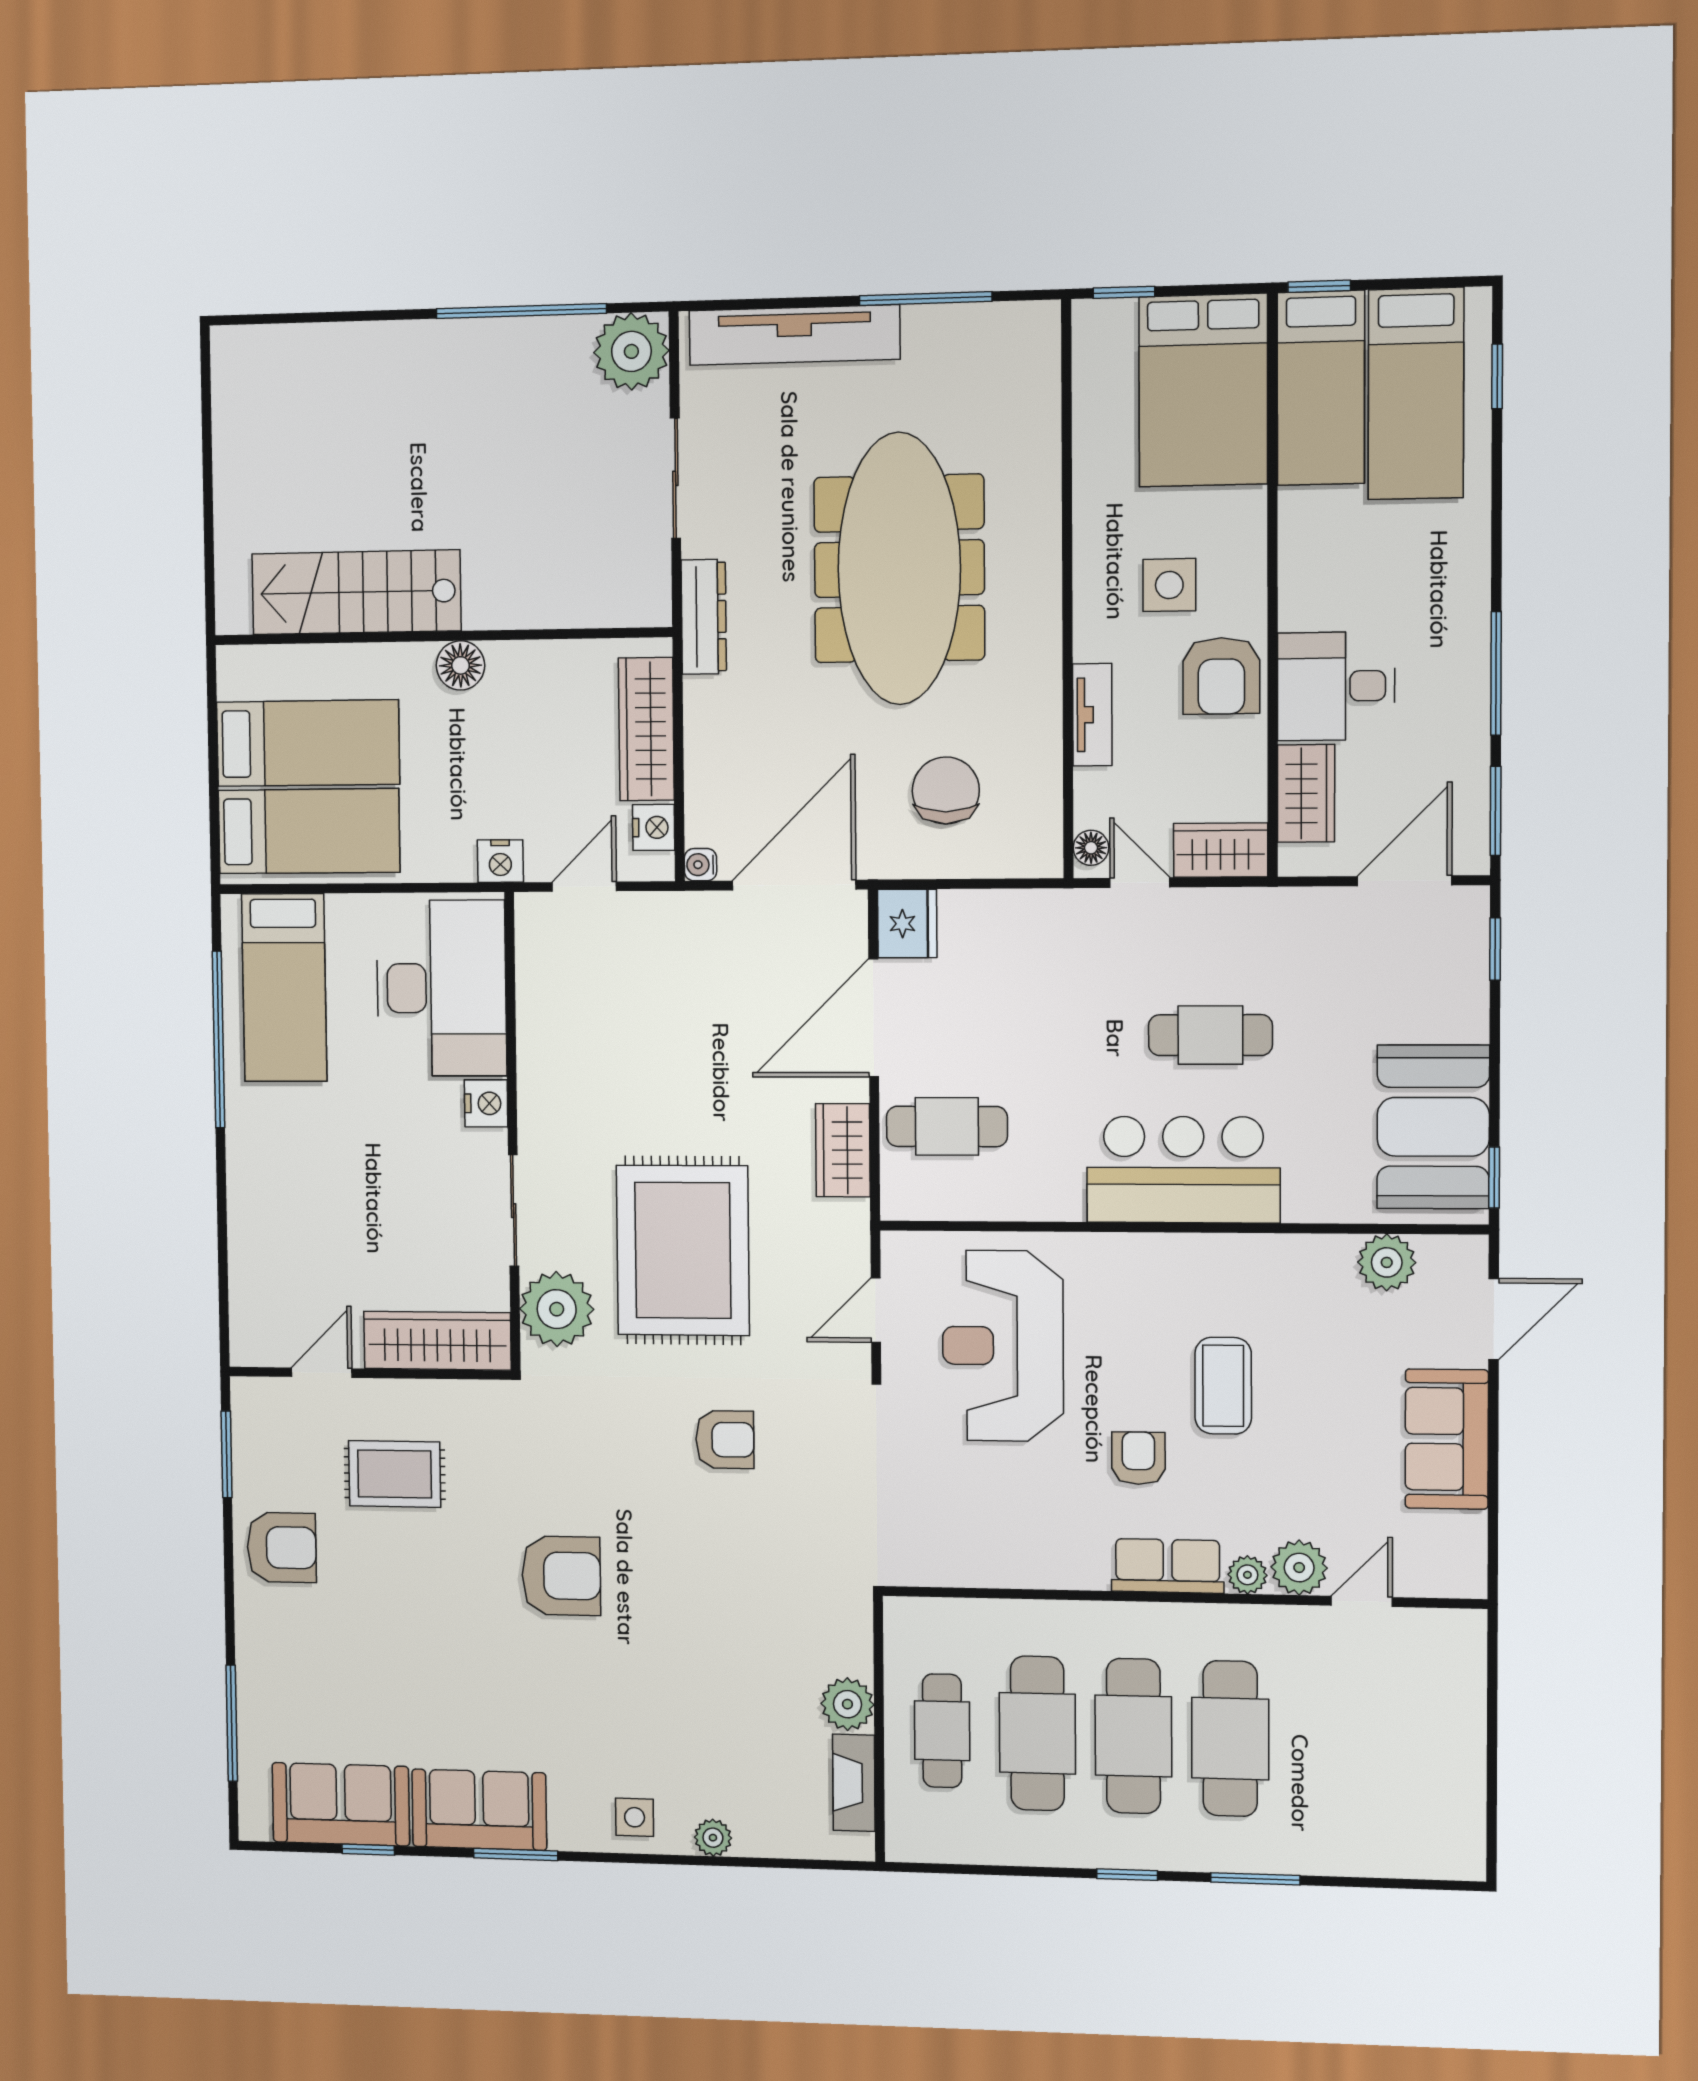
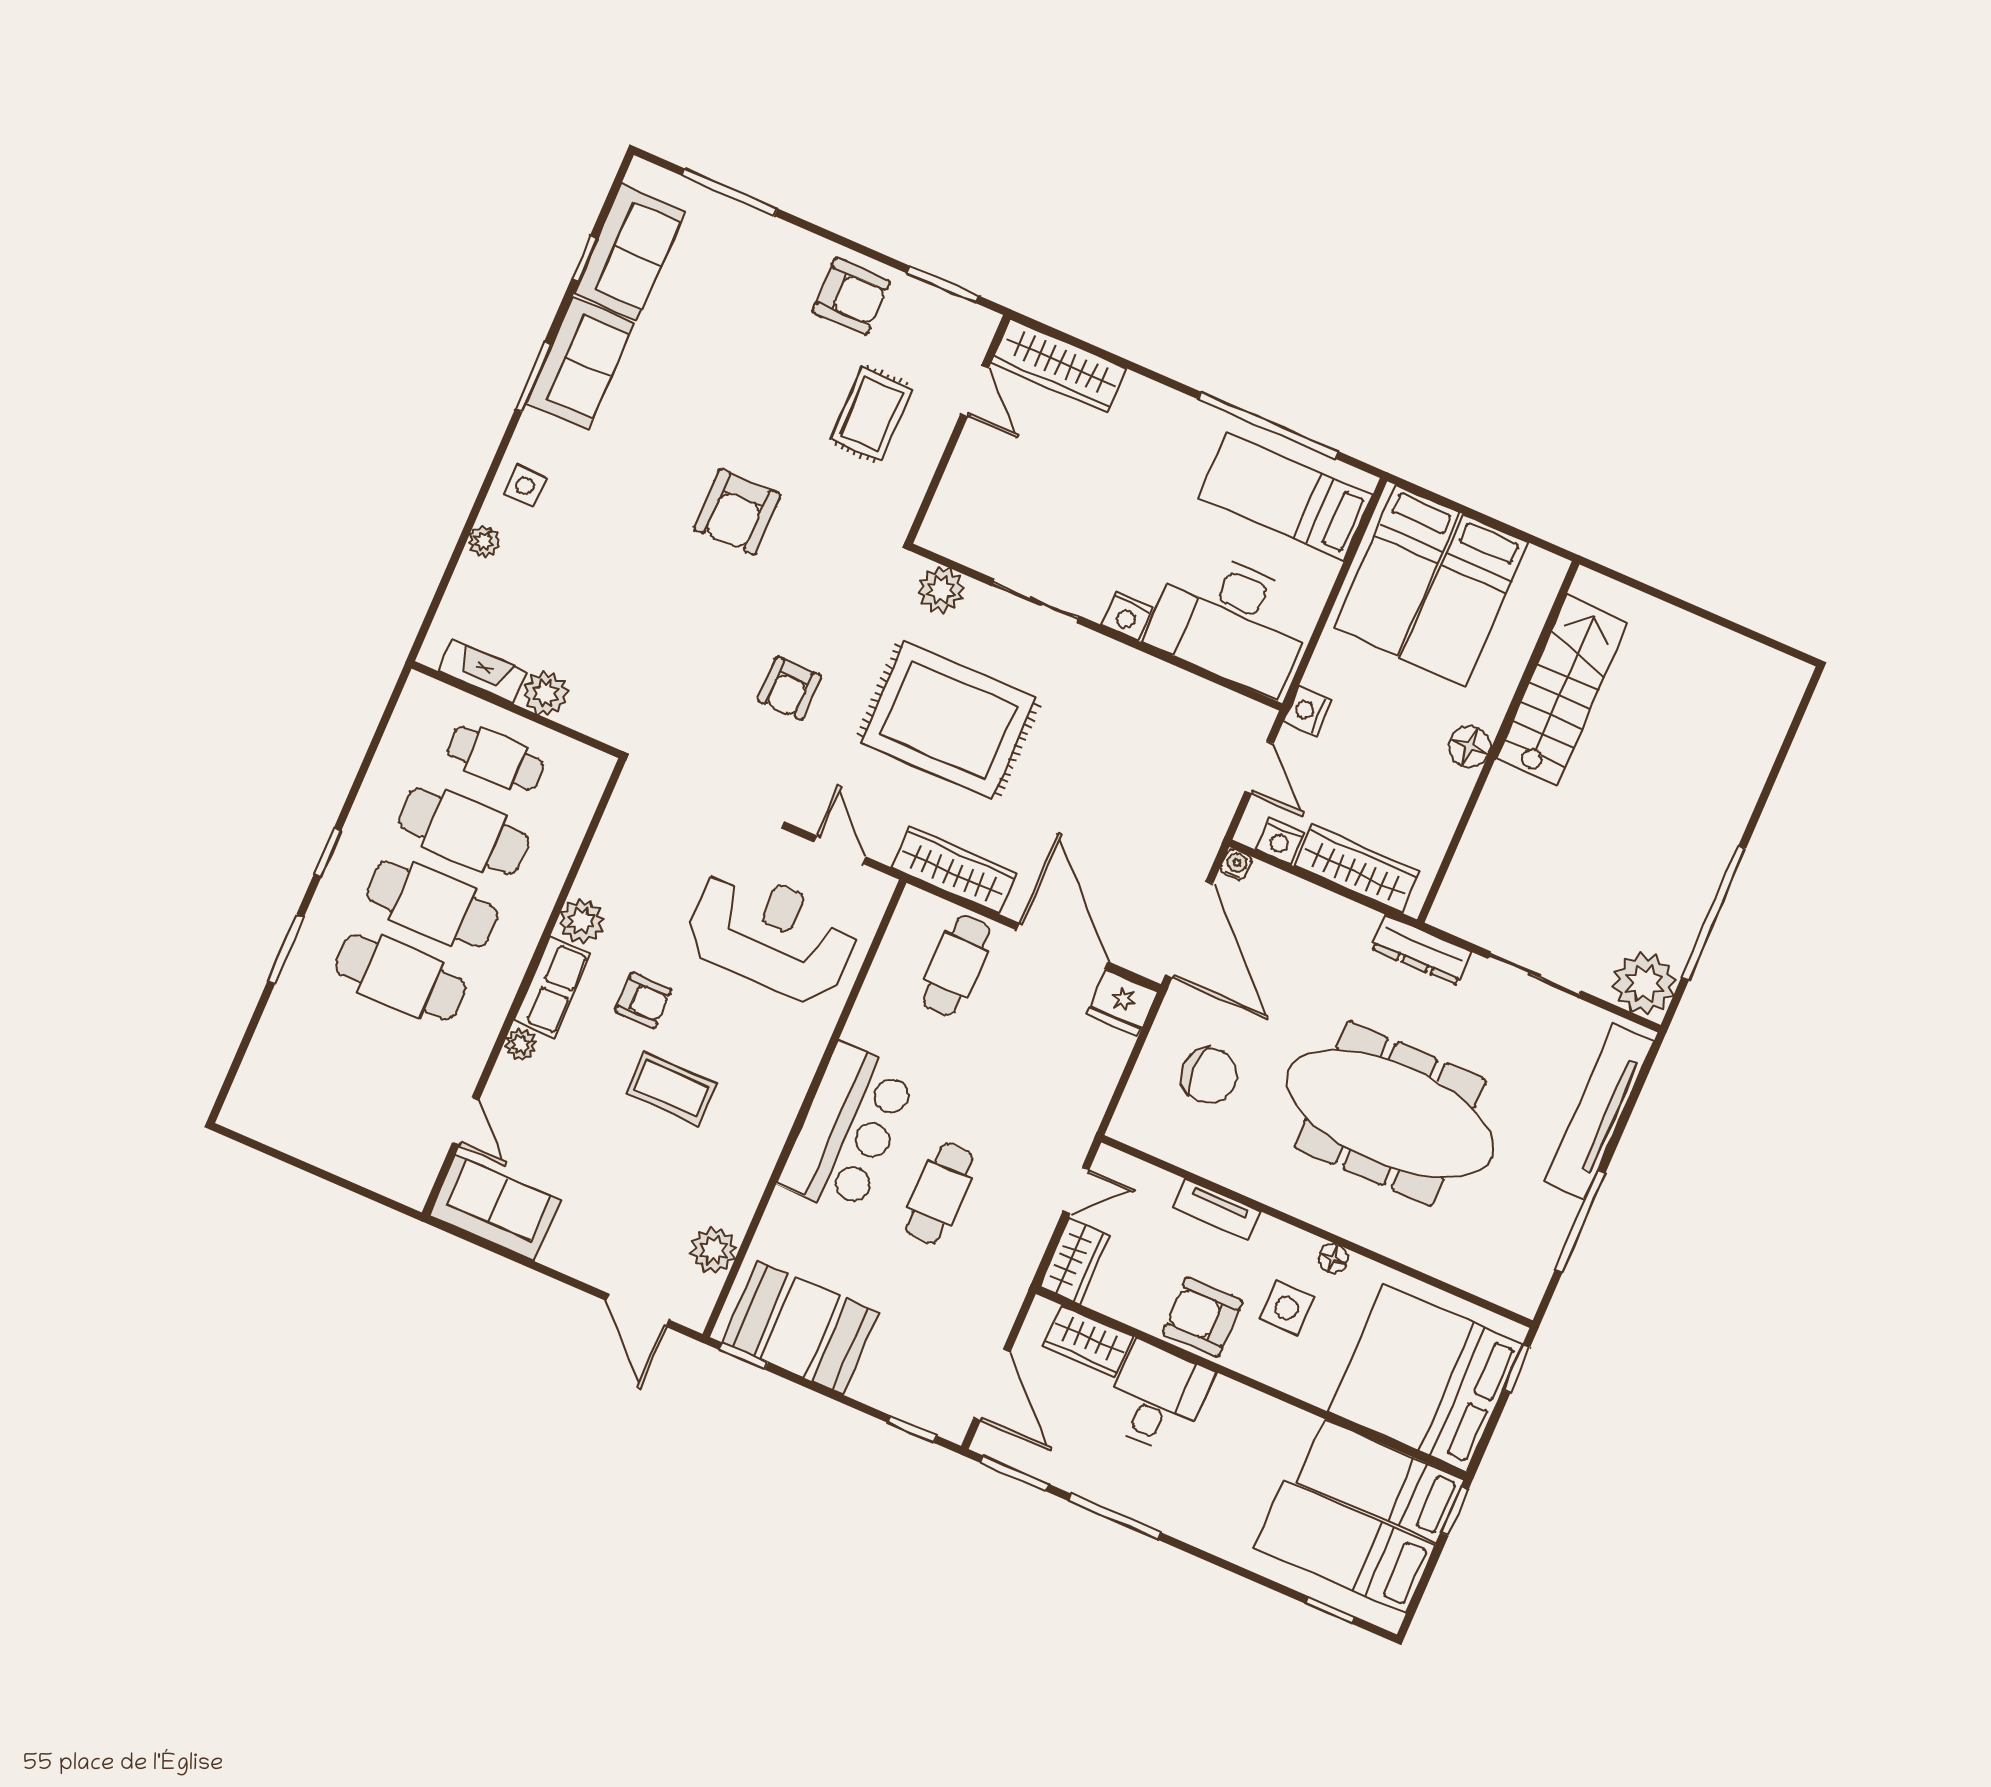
bed: (1203, 390) -> (1425, 1378), width x1.36
floor lamp: (1091, 848) -> (1333, 1259), moved
wardrobe: (843, 1150) -> (954, 870), width x1.50
plant: (557, 1309) -> (941, 590), width x0.73, depth x0.73
wardrobe: (437, 1341) -> (1059, 366), moved, turned 90
sofa: (1447, 1439) -> (495, 1208), moved
armchair: (282, 1547) -> (851, 296), turned -90
plant: (1299, 1568) -> (582, 921), moved

